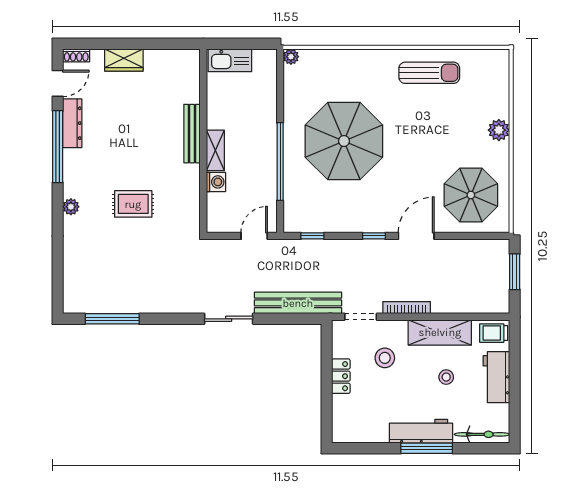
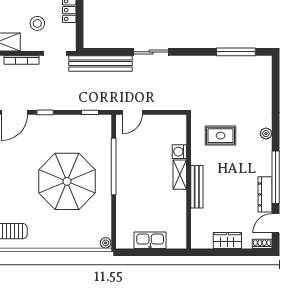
bench: (192, 134) -> (197, 187), moved
wall: (203, 141) -> (189, 182), moved
shelving: (215, 150) -> (180, 175), moved
washing machine: (216, 182) -> (179, 152), moved

